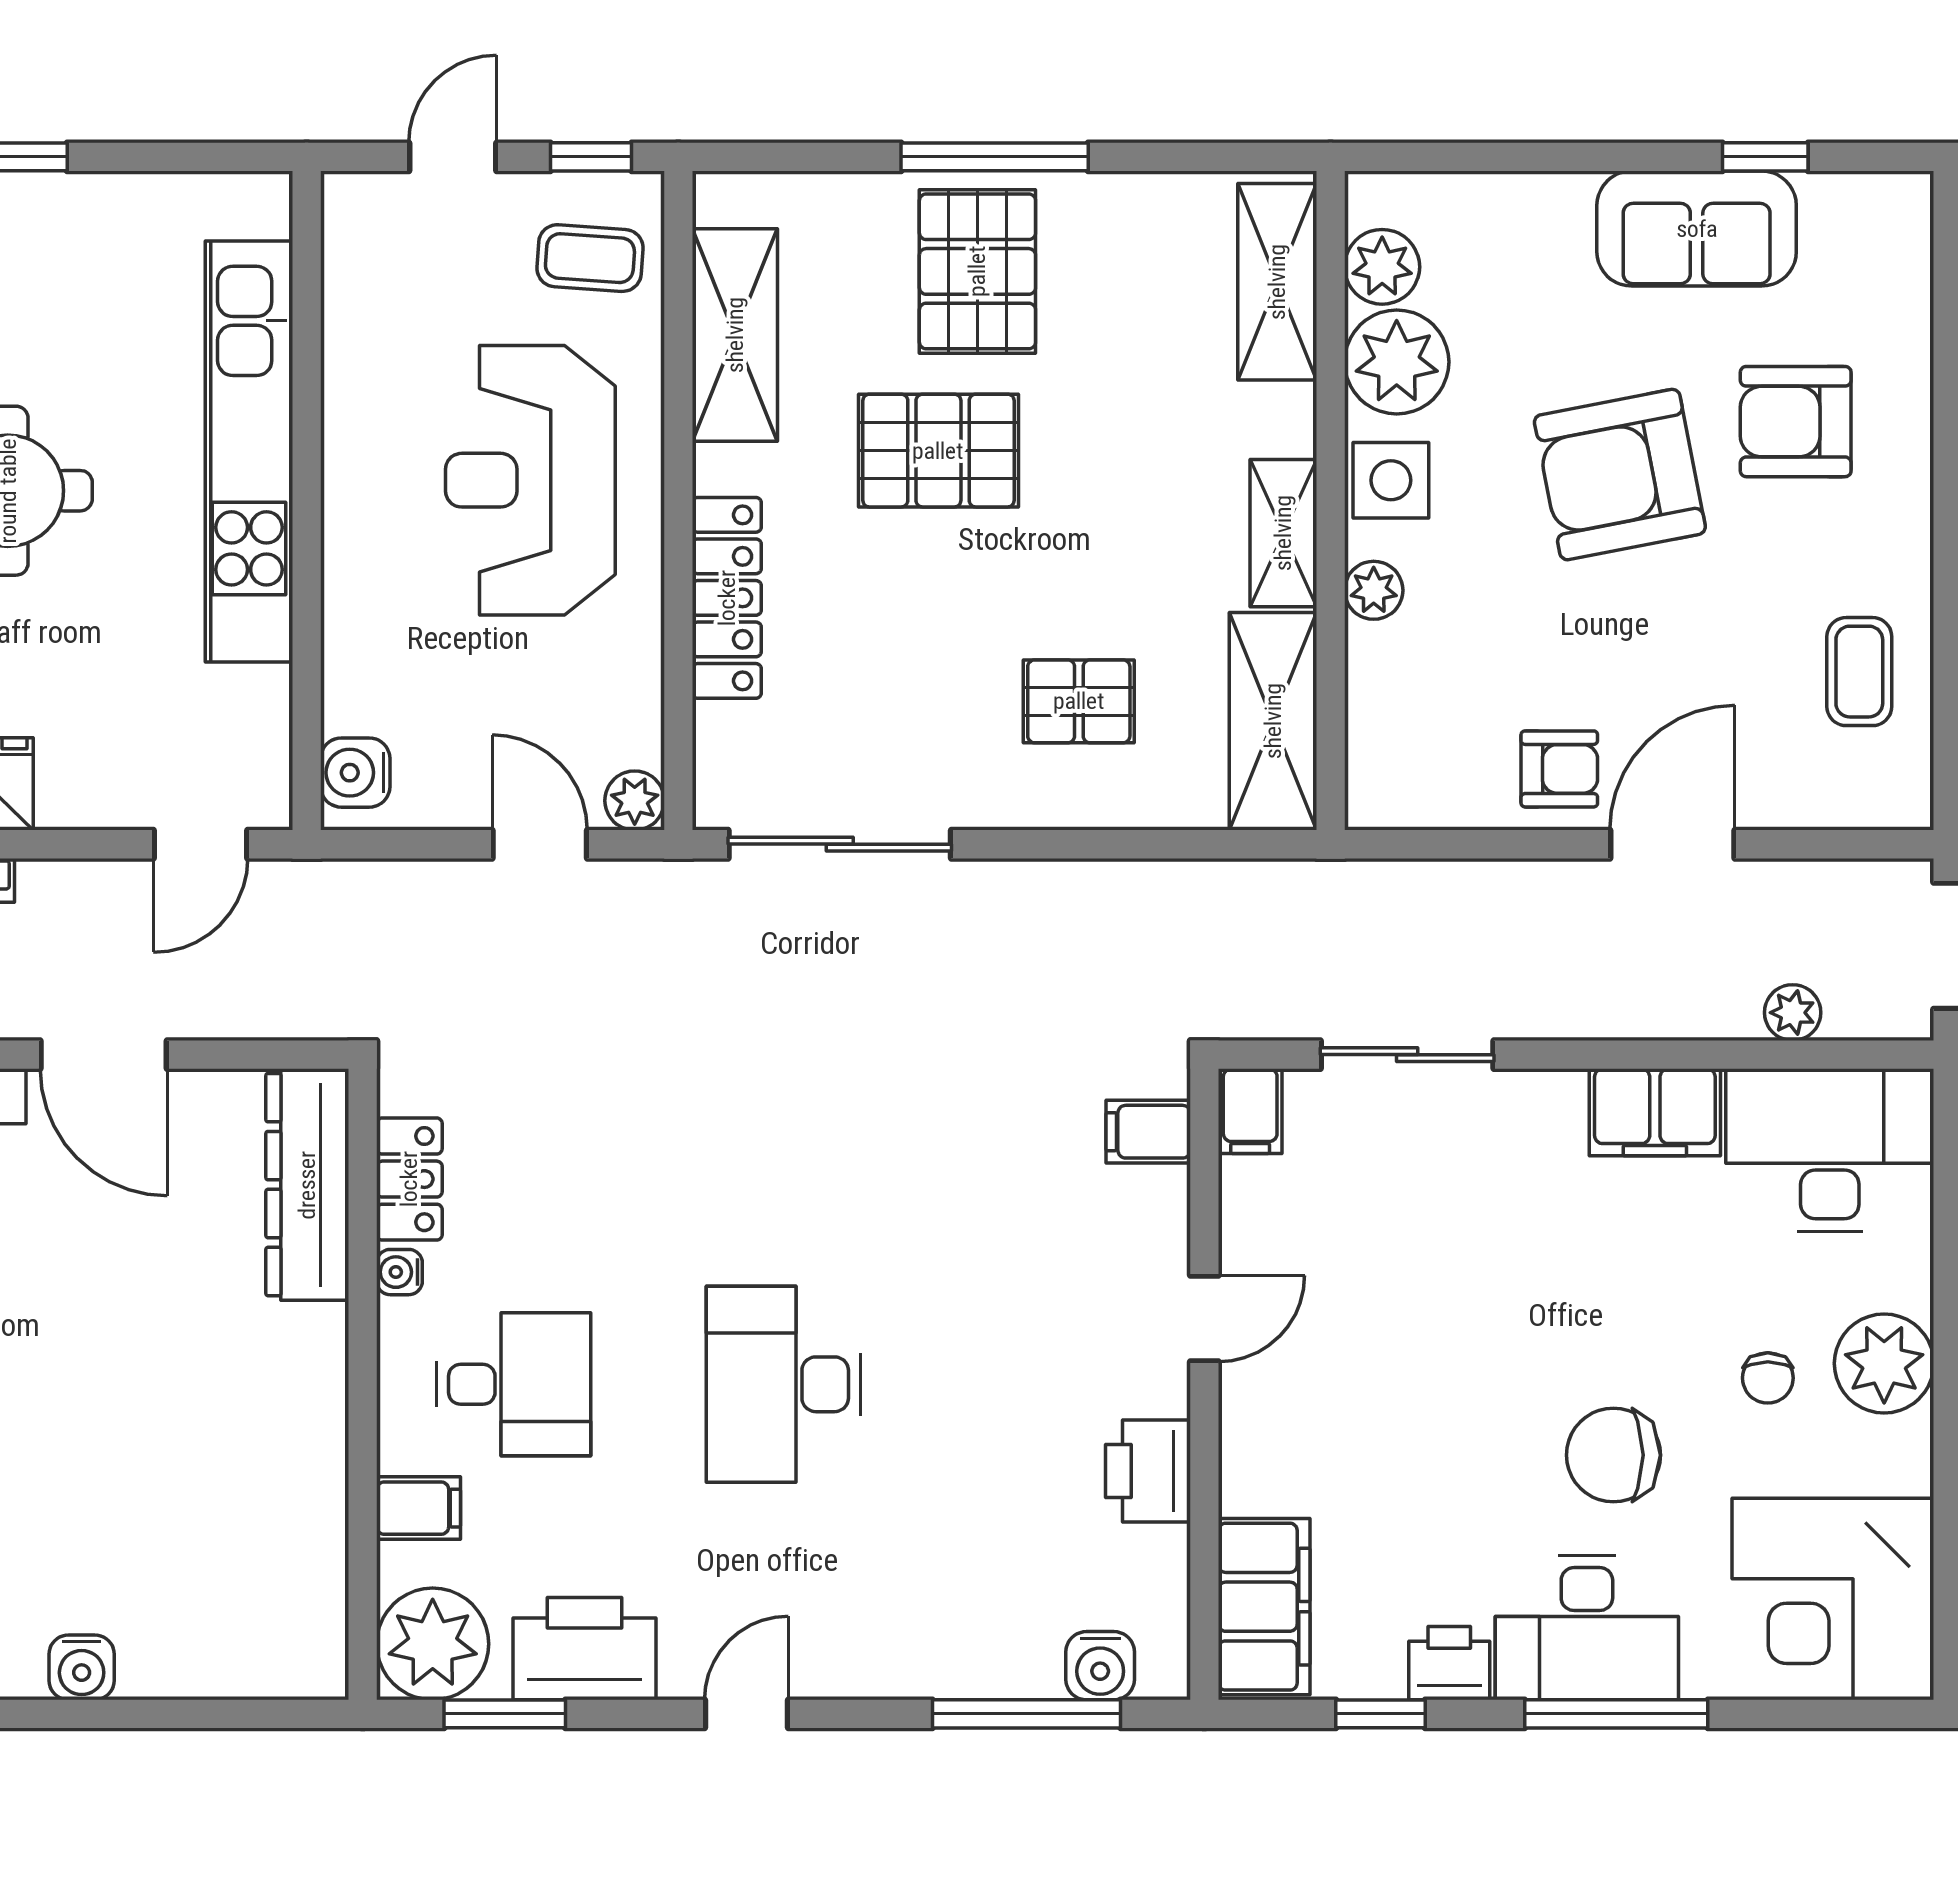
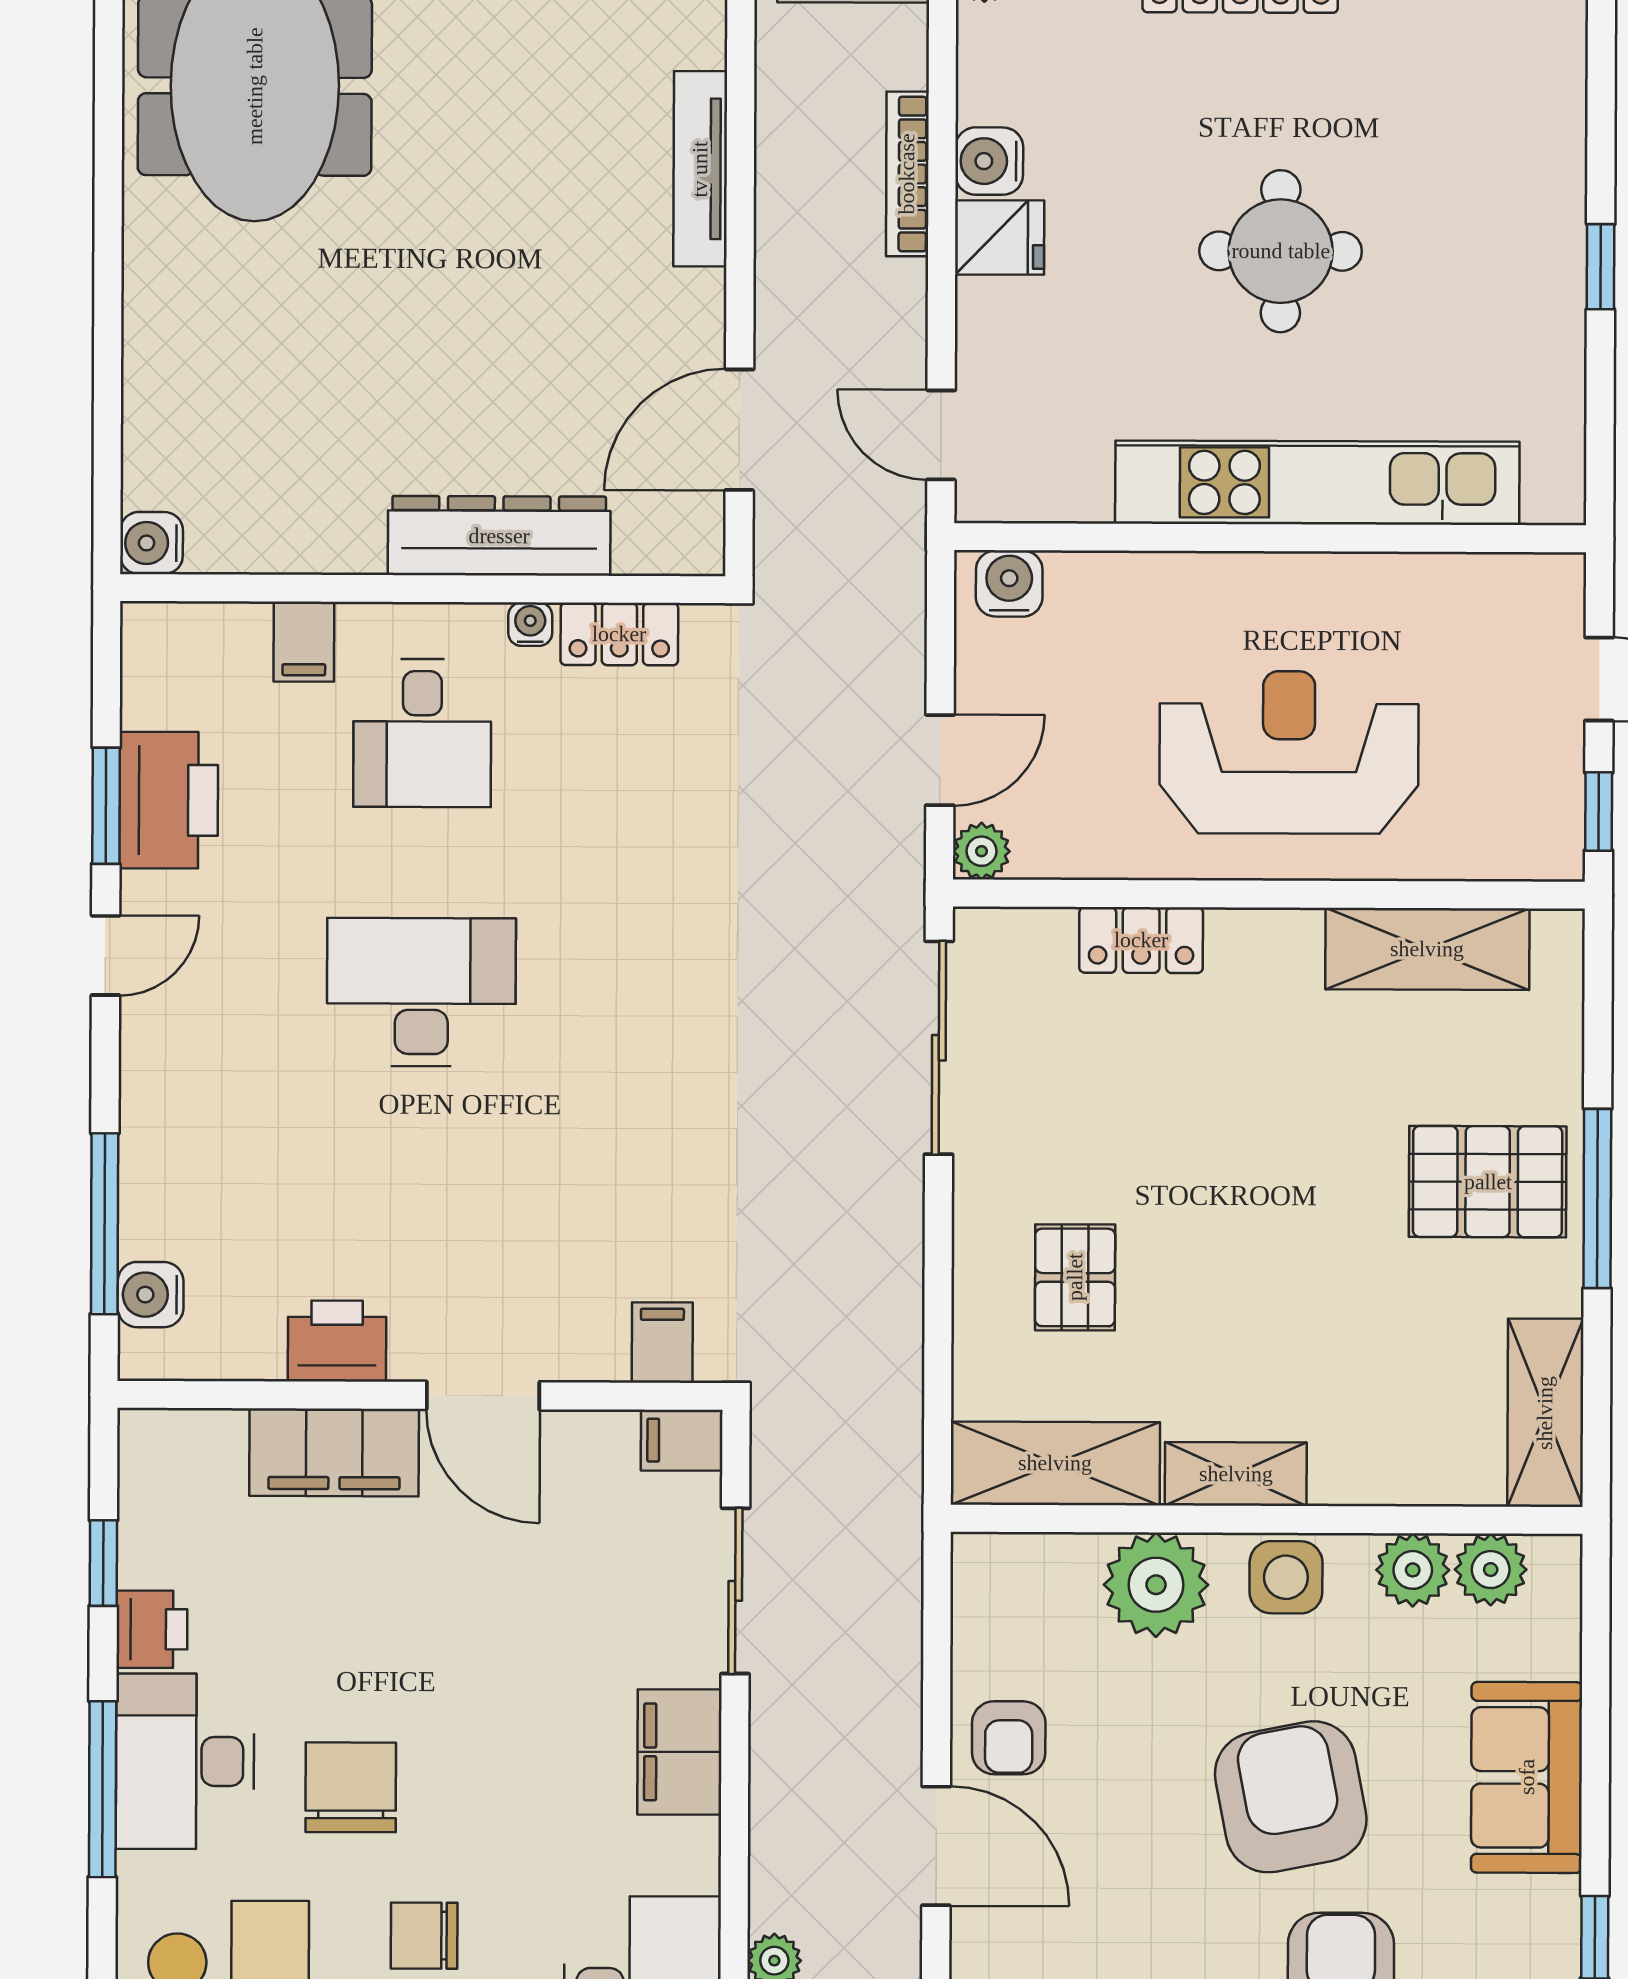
sofa: (1697, 229) -> (1527, 1777), moved
coffee table: (590, 258) -> (1502, 810), removed
shelving: (1277, 282) -> (1545, 1413), moved, turned 90
plant: (1397, 362) -> (1413, 1570), width x0.73, depth x0.73
pallet: (938, 451) -> (1316, 1144), removed
plant: (1374, 590) -> (1156, 1585), width x1.87, depth x1.87
locker: (727, 598) -> (1141, 940), width x0.66
door: (104, 1055) -> (739, 430), moved
filing cabinet: (1655, 1112) -> (679, 1752), moved
dresser: (307, 1185) -> (499, 536), moved
door: (1204, 1319) -> (483, 1396), width x1.38
chair: (1768, 1378) -> (424, 1936), width x1.37, depth x1.37
filing cabinet: (1264, 1607) -> (334, 1452), moved
plant: (433, 1644) -> (174, 655), removed
water cooler: (82, 1667) -> (152, 543), moved
window: (505, 1714) -> (106, 806), moved
door: (747, 1714) -> (105, 955), hinge flipped

